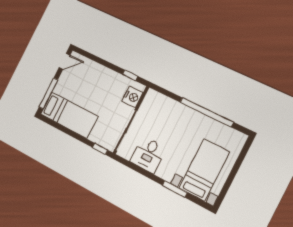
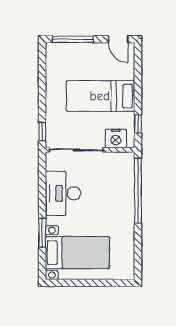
window: (206, 112) -> (138, 191), moved
bed: (69, 115) -> (100, 96), moved, turned 90
desk: (148, 155) -> (63, 193), width x1.37

